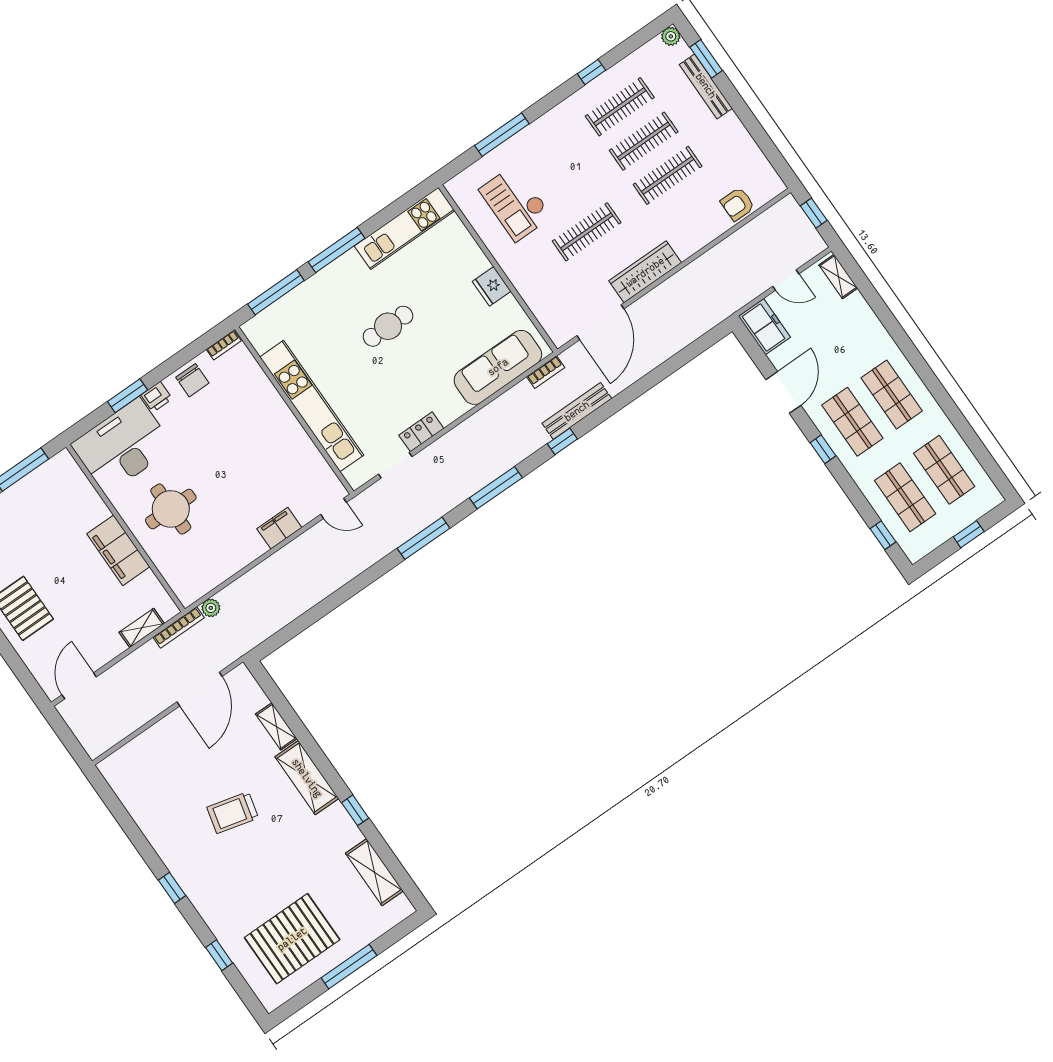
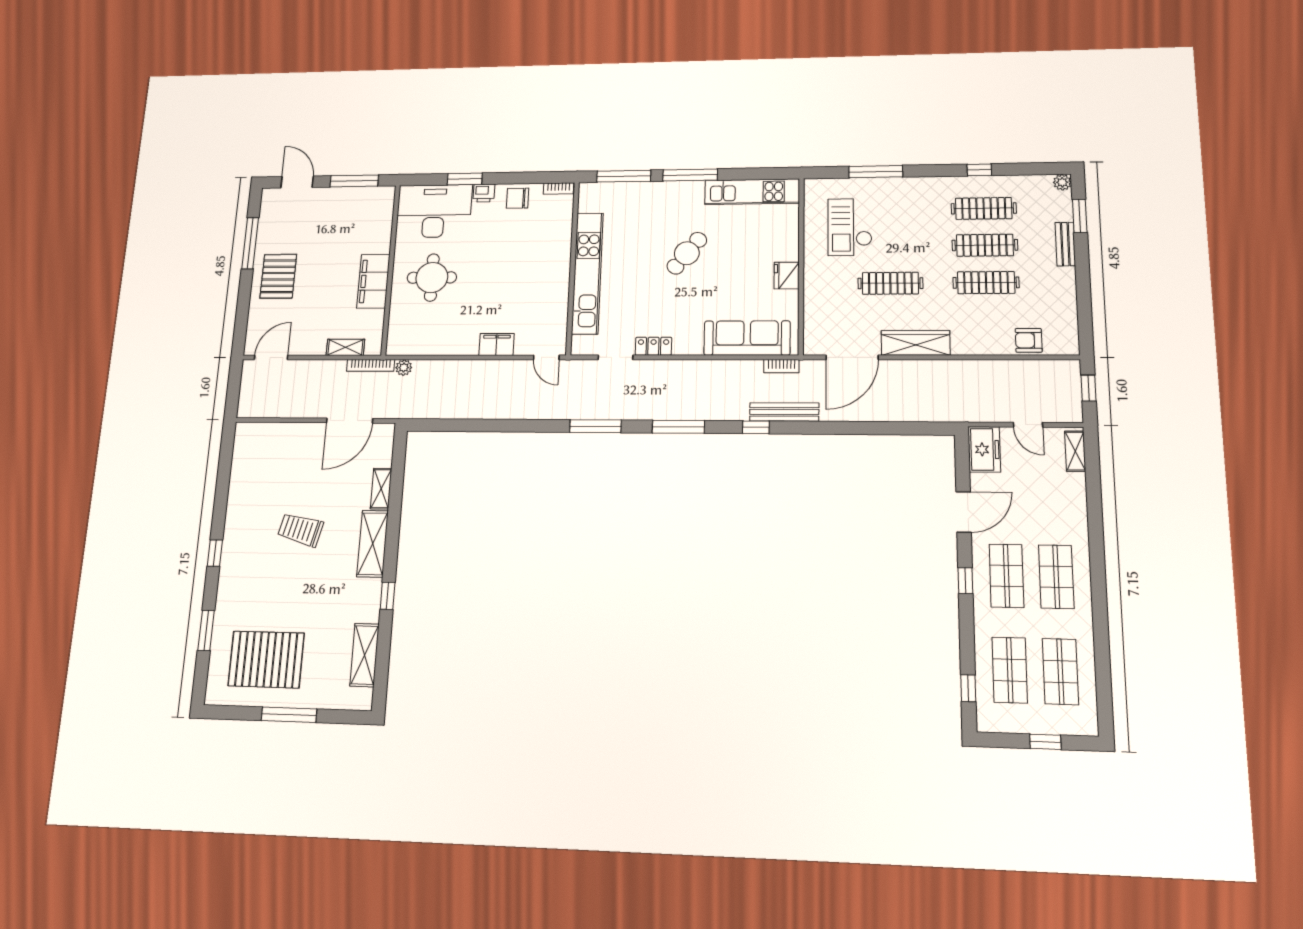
bench: (706, 86) -> (1065, 244), width x0.73
cafe table: (388, 326) -> (687, 253), turned -52
chair: (192, 380) -> (517, 198), turned 90
window: (219, 955) -> (206, 630), width x1.50

